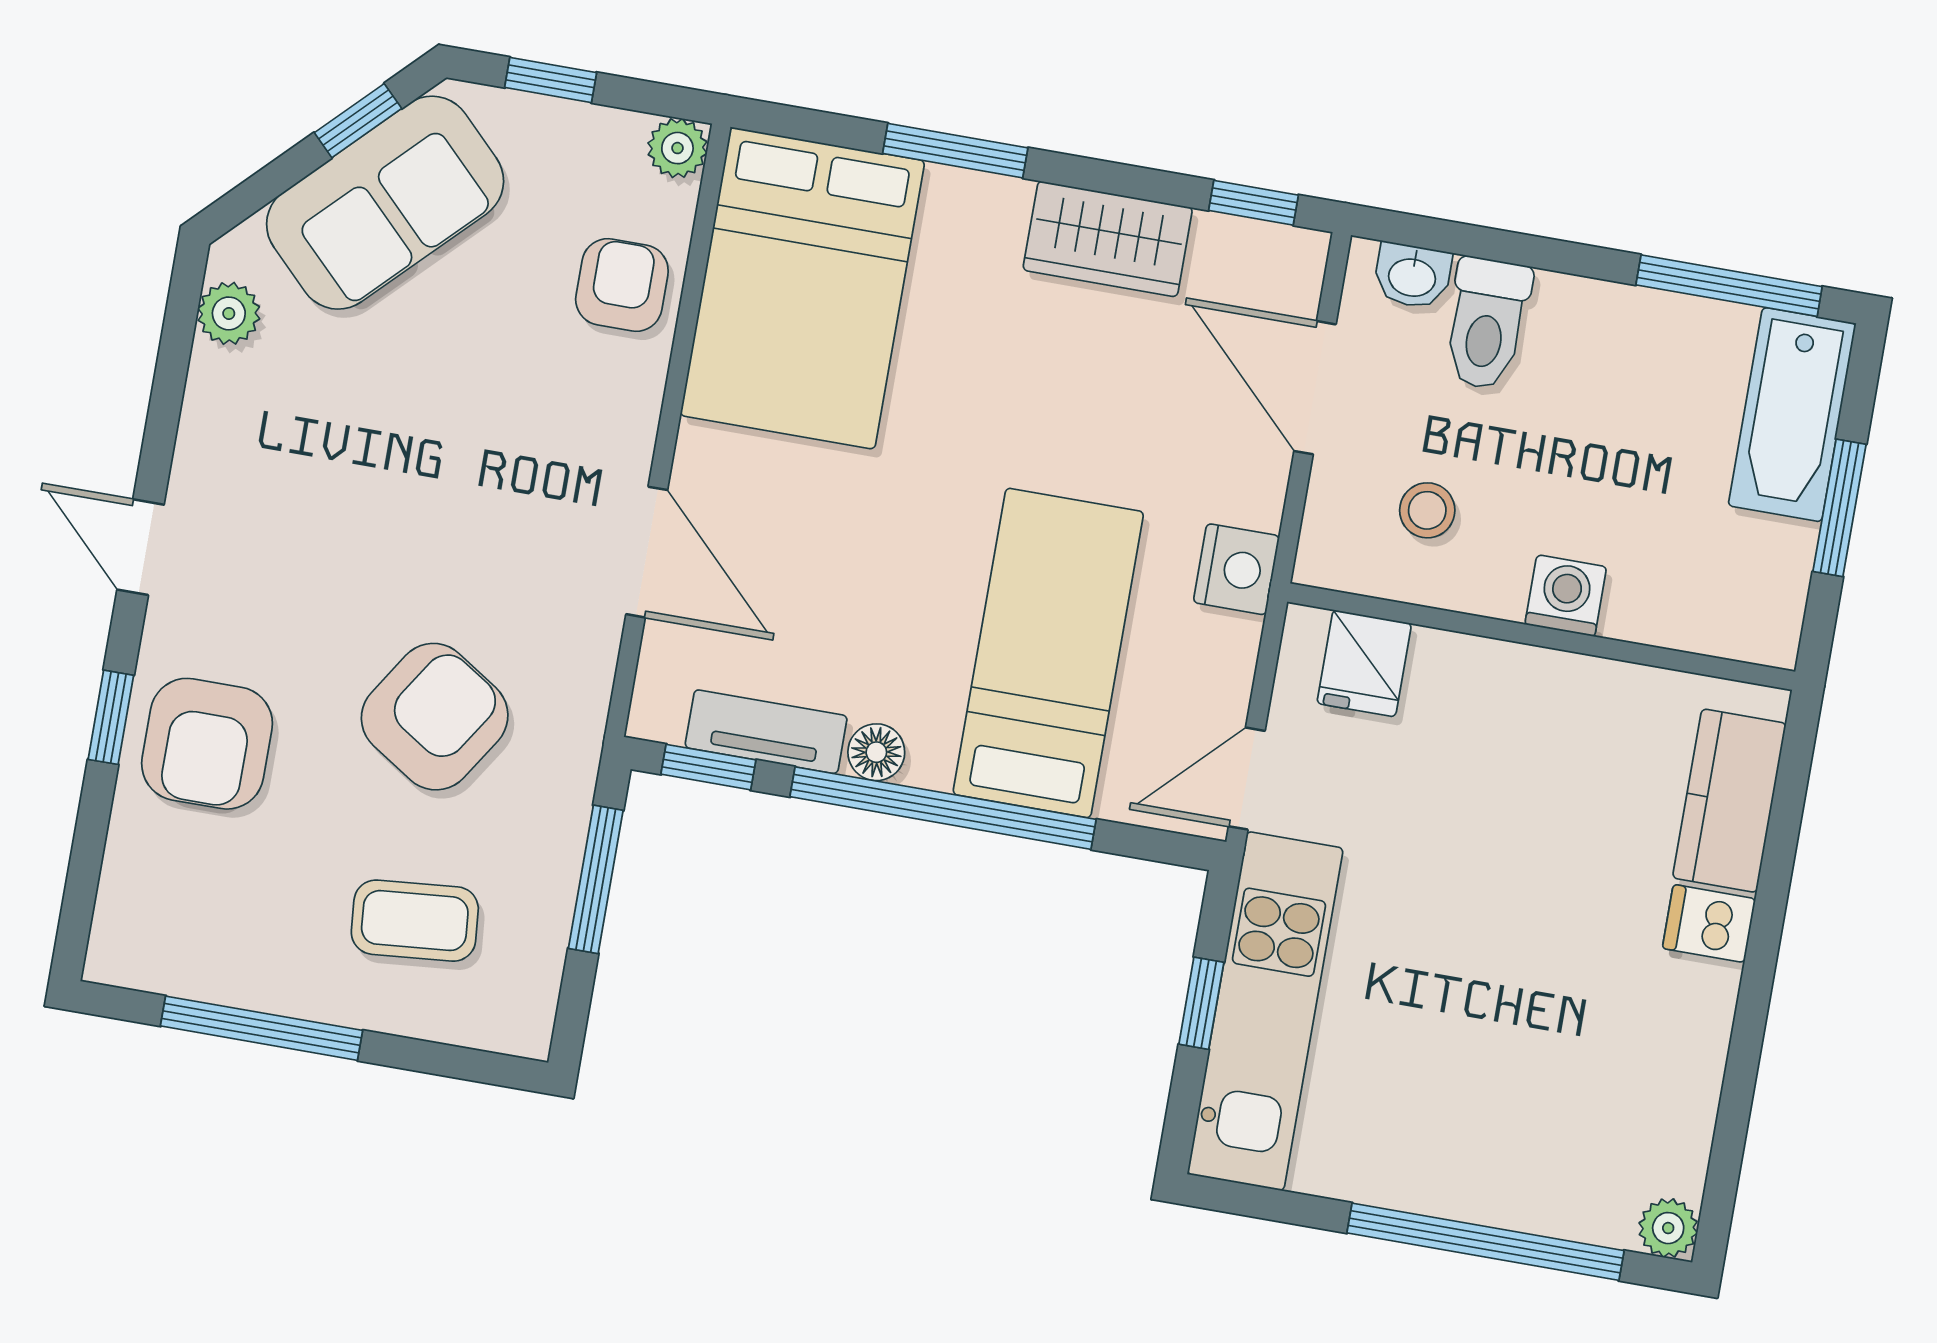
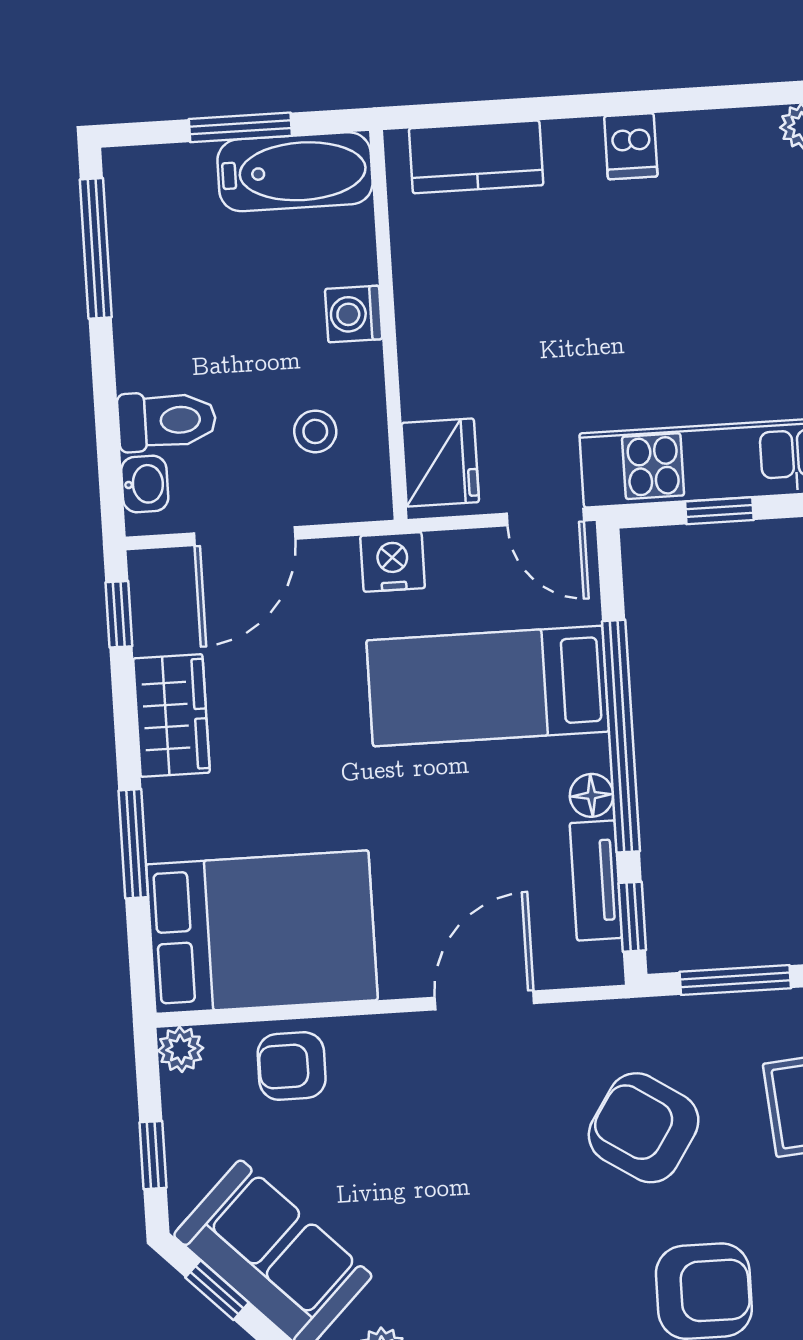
bathtub: (1792, 415) -> (295, 172), moved
fridge: (1364, 663) -> (440, 463), width x1.38
dishwasher: (1709, 924) -> (631, 146), moved

